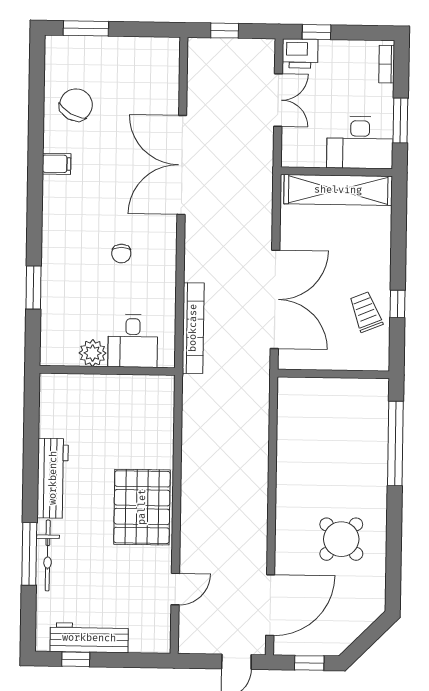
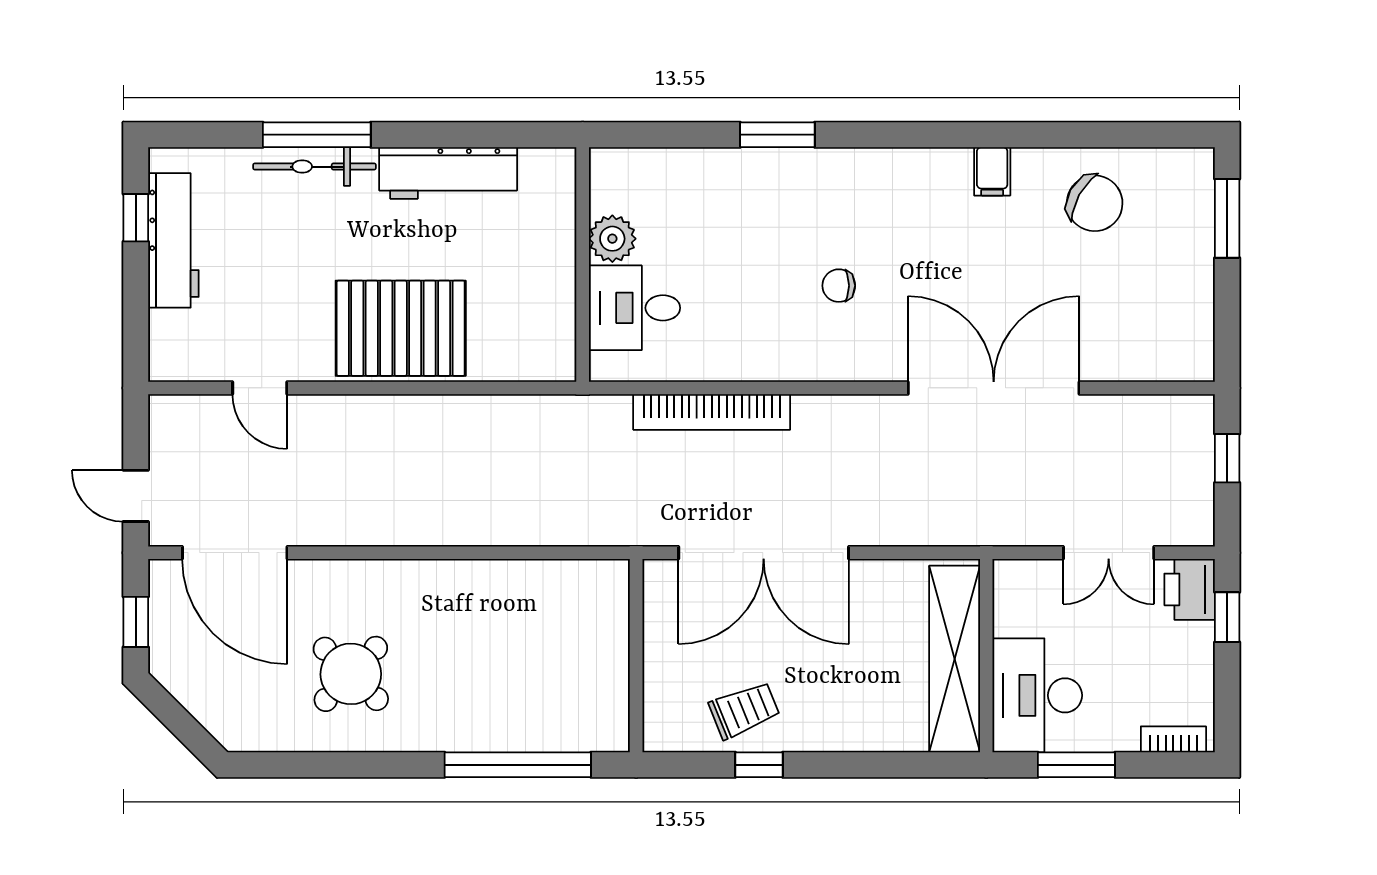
desk: (133, 341) -> (635, 308), moved
plant: (93, 353) -> (612, 239), moved
wall: (107, 370) -> (583, 264), moved

